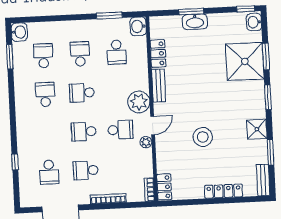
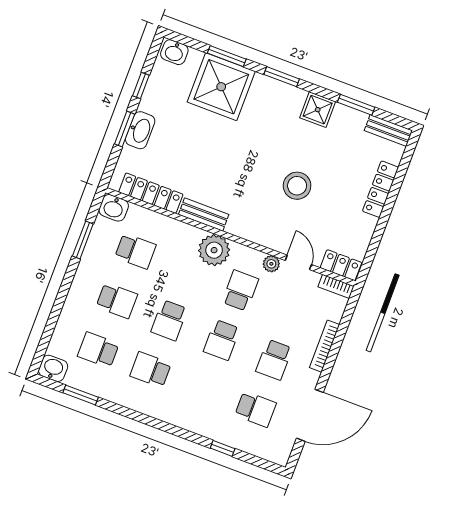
window: (246, 9) -> (141, 86), moved
school desk: (80, 54) -> (117, 301), turned 180
locker: (158, 54) -> (151, 193), width x1.53
door: (153, 126) -> (298, 262), moved

